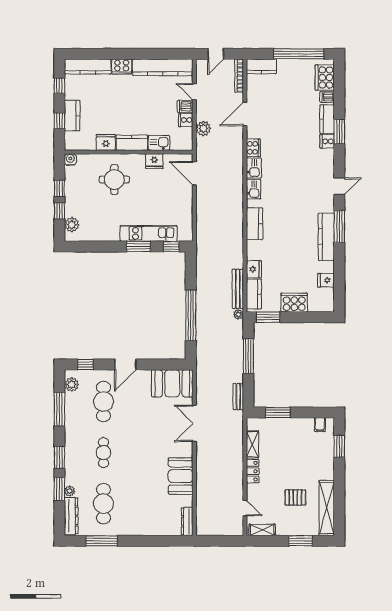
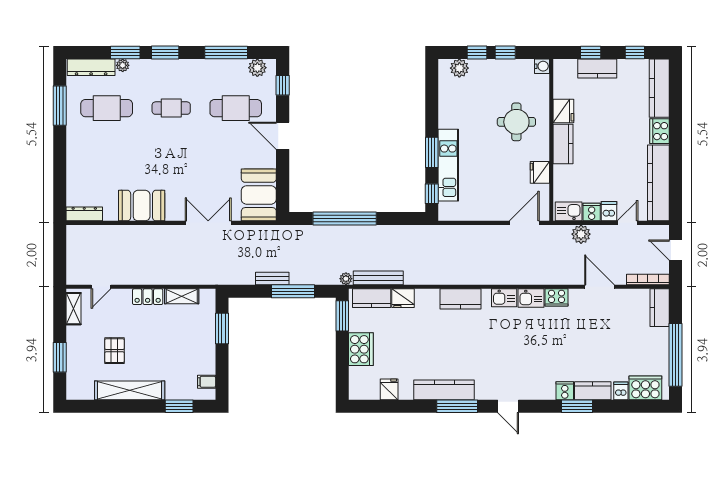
kitchen sink: (159, 143) -> (569, 211), moved, turned -90
bench: (238, 397) -> (272, 278), moved
shelving: (327, 508) -> (130, 390), moved

